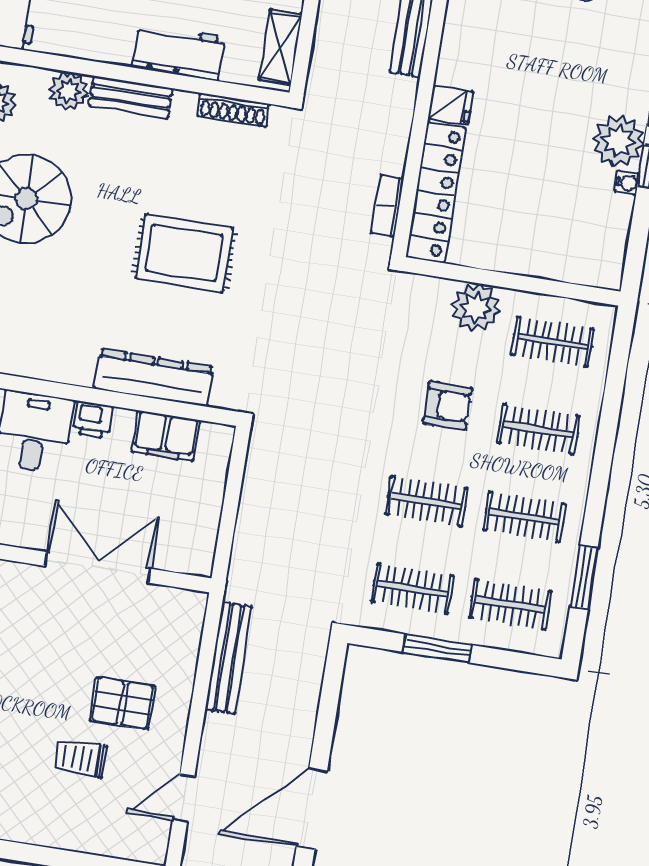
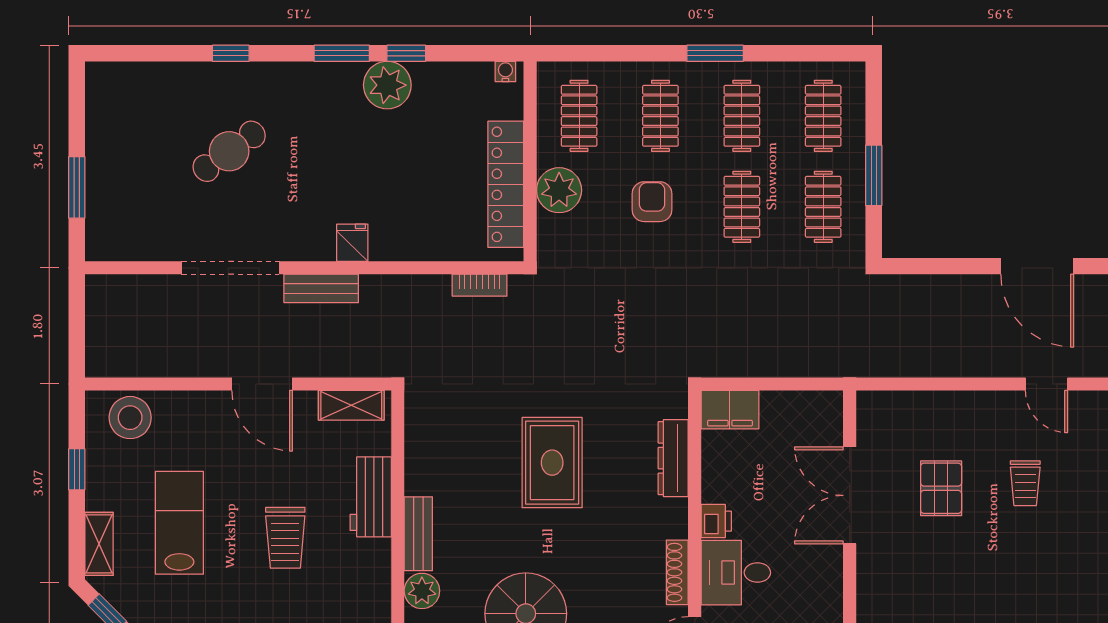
fridge: (450, 105) -> (352, 243), moved
shoe rack: (233, 110) -> (677, 572), moved, turned 180
water cooler: (627, 183) -> (505, 71), moved
locker: (436, 192) -> (506, 184), moved, turned -90
dresser: (154, 378) -> (673, 458), width x0.73, depth x0.80
filing cabinet: (166, 436) -> (730, 410), moved, turned 90
window: (584, 577) -> (715, 53), moved
bench: (229, 658) -> (913, 364), removed
pallet: (123, 703) -> (941, 488), moved

